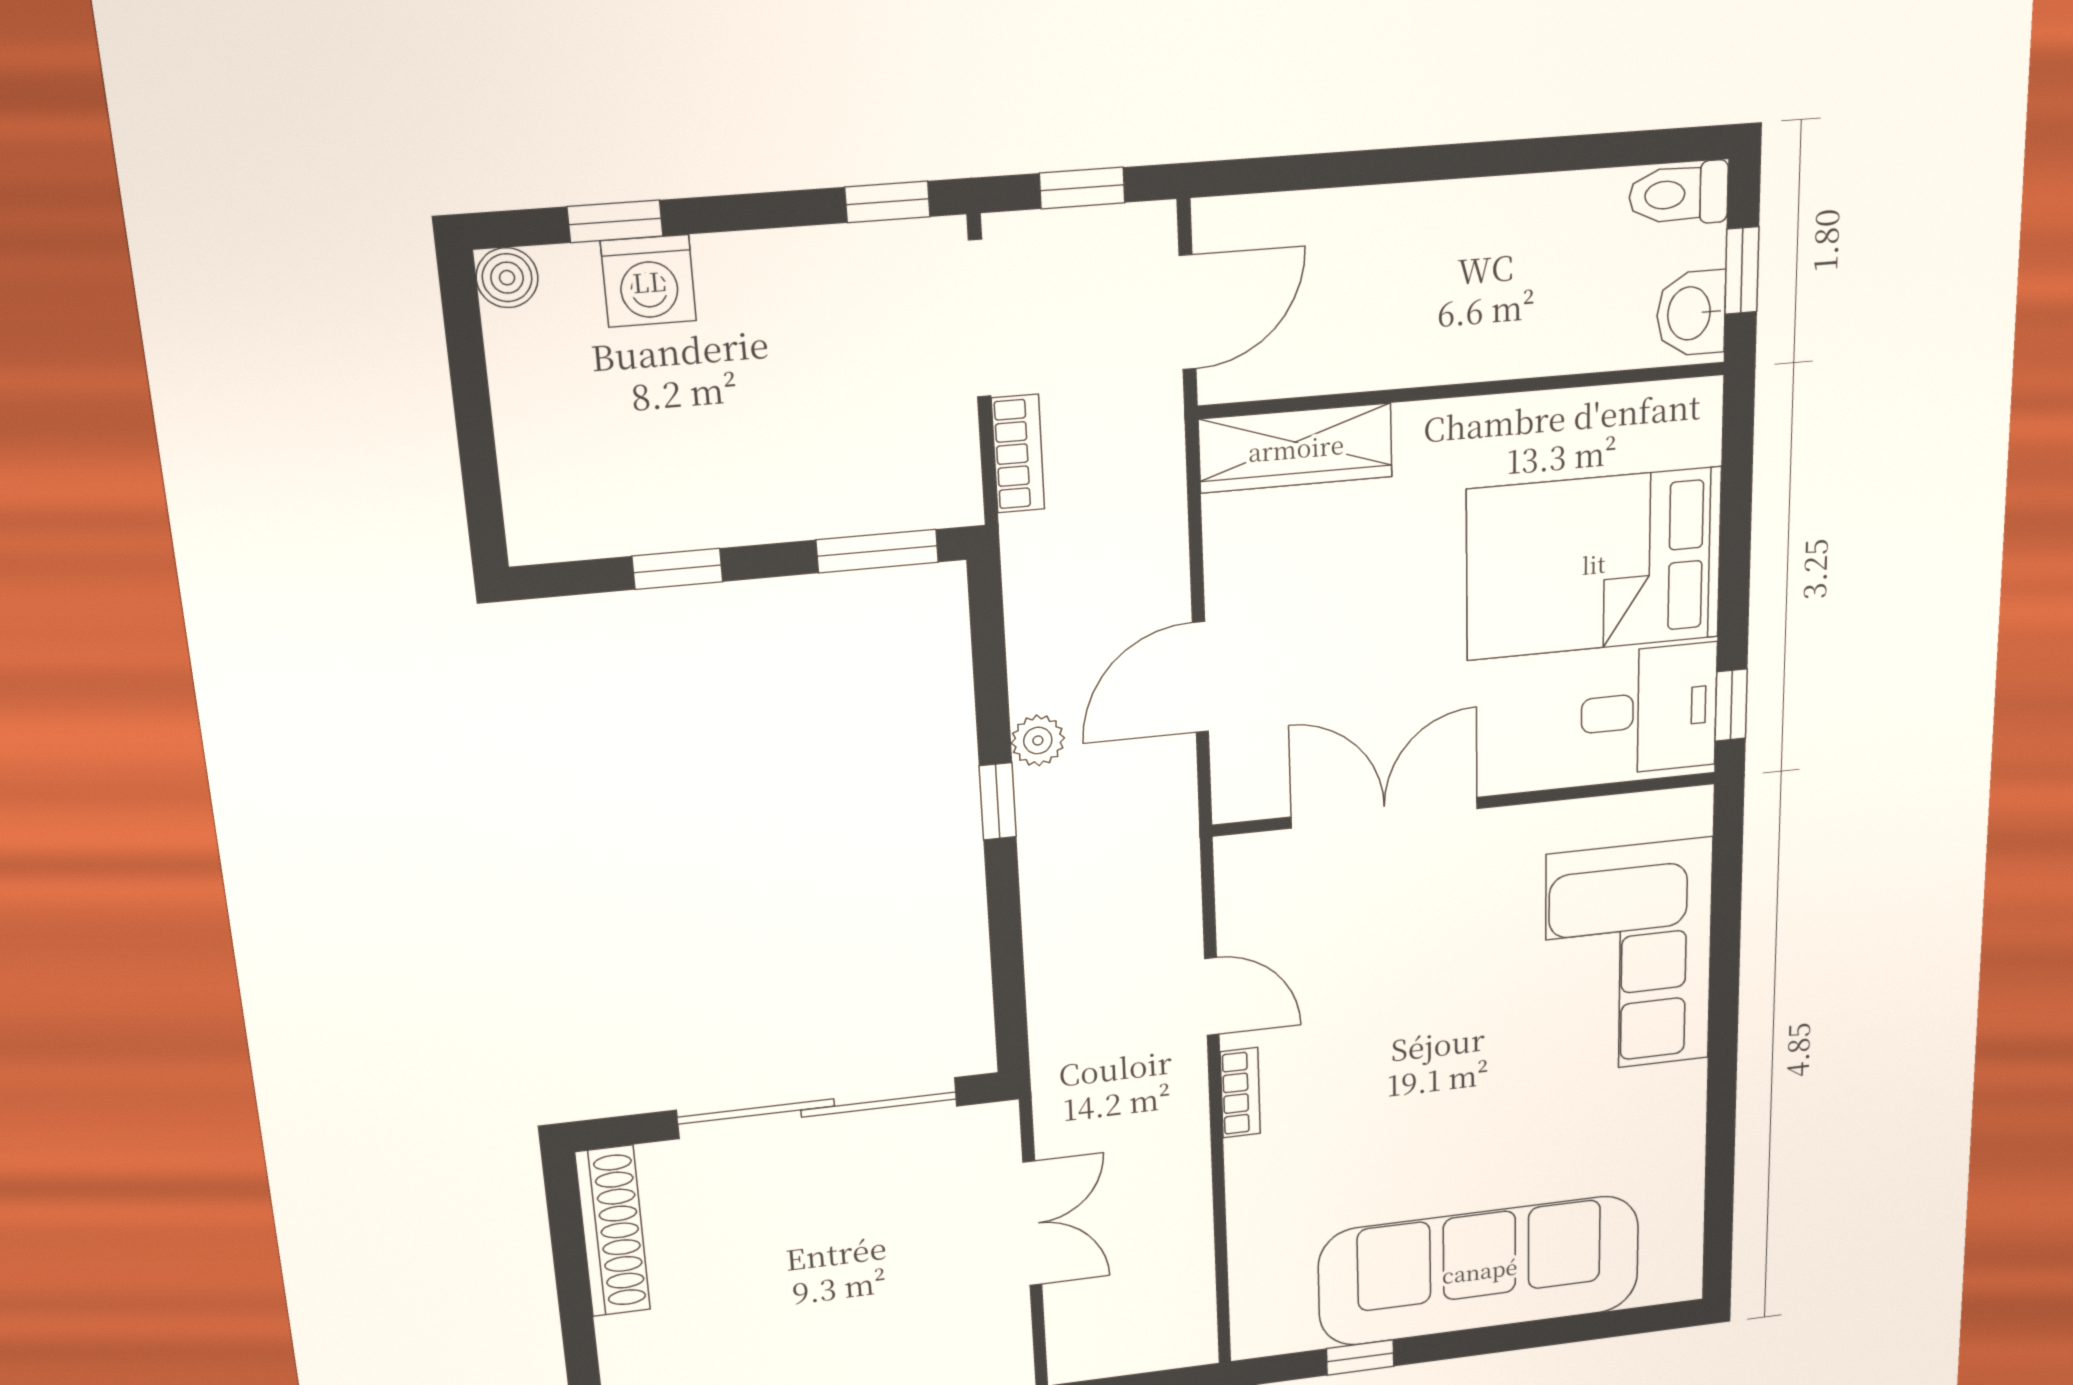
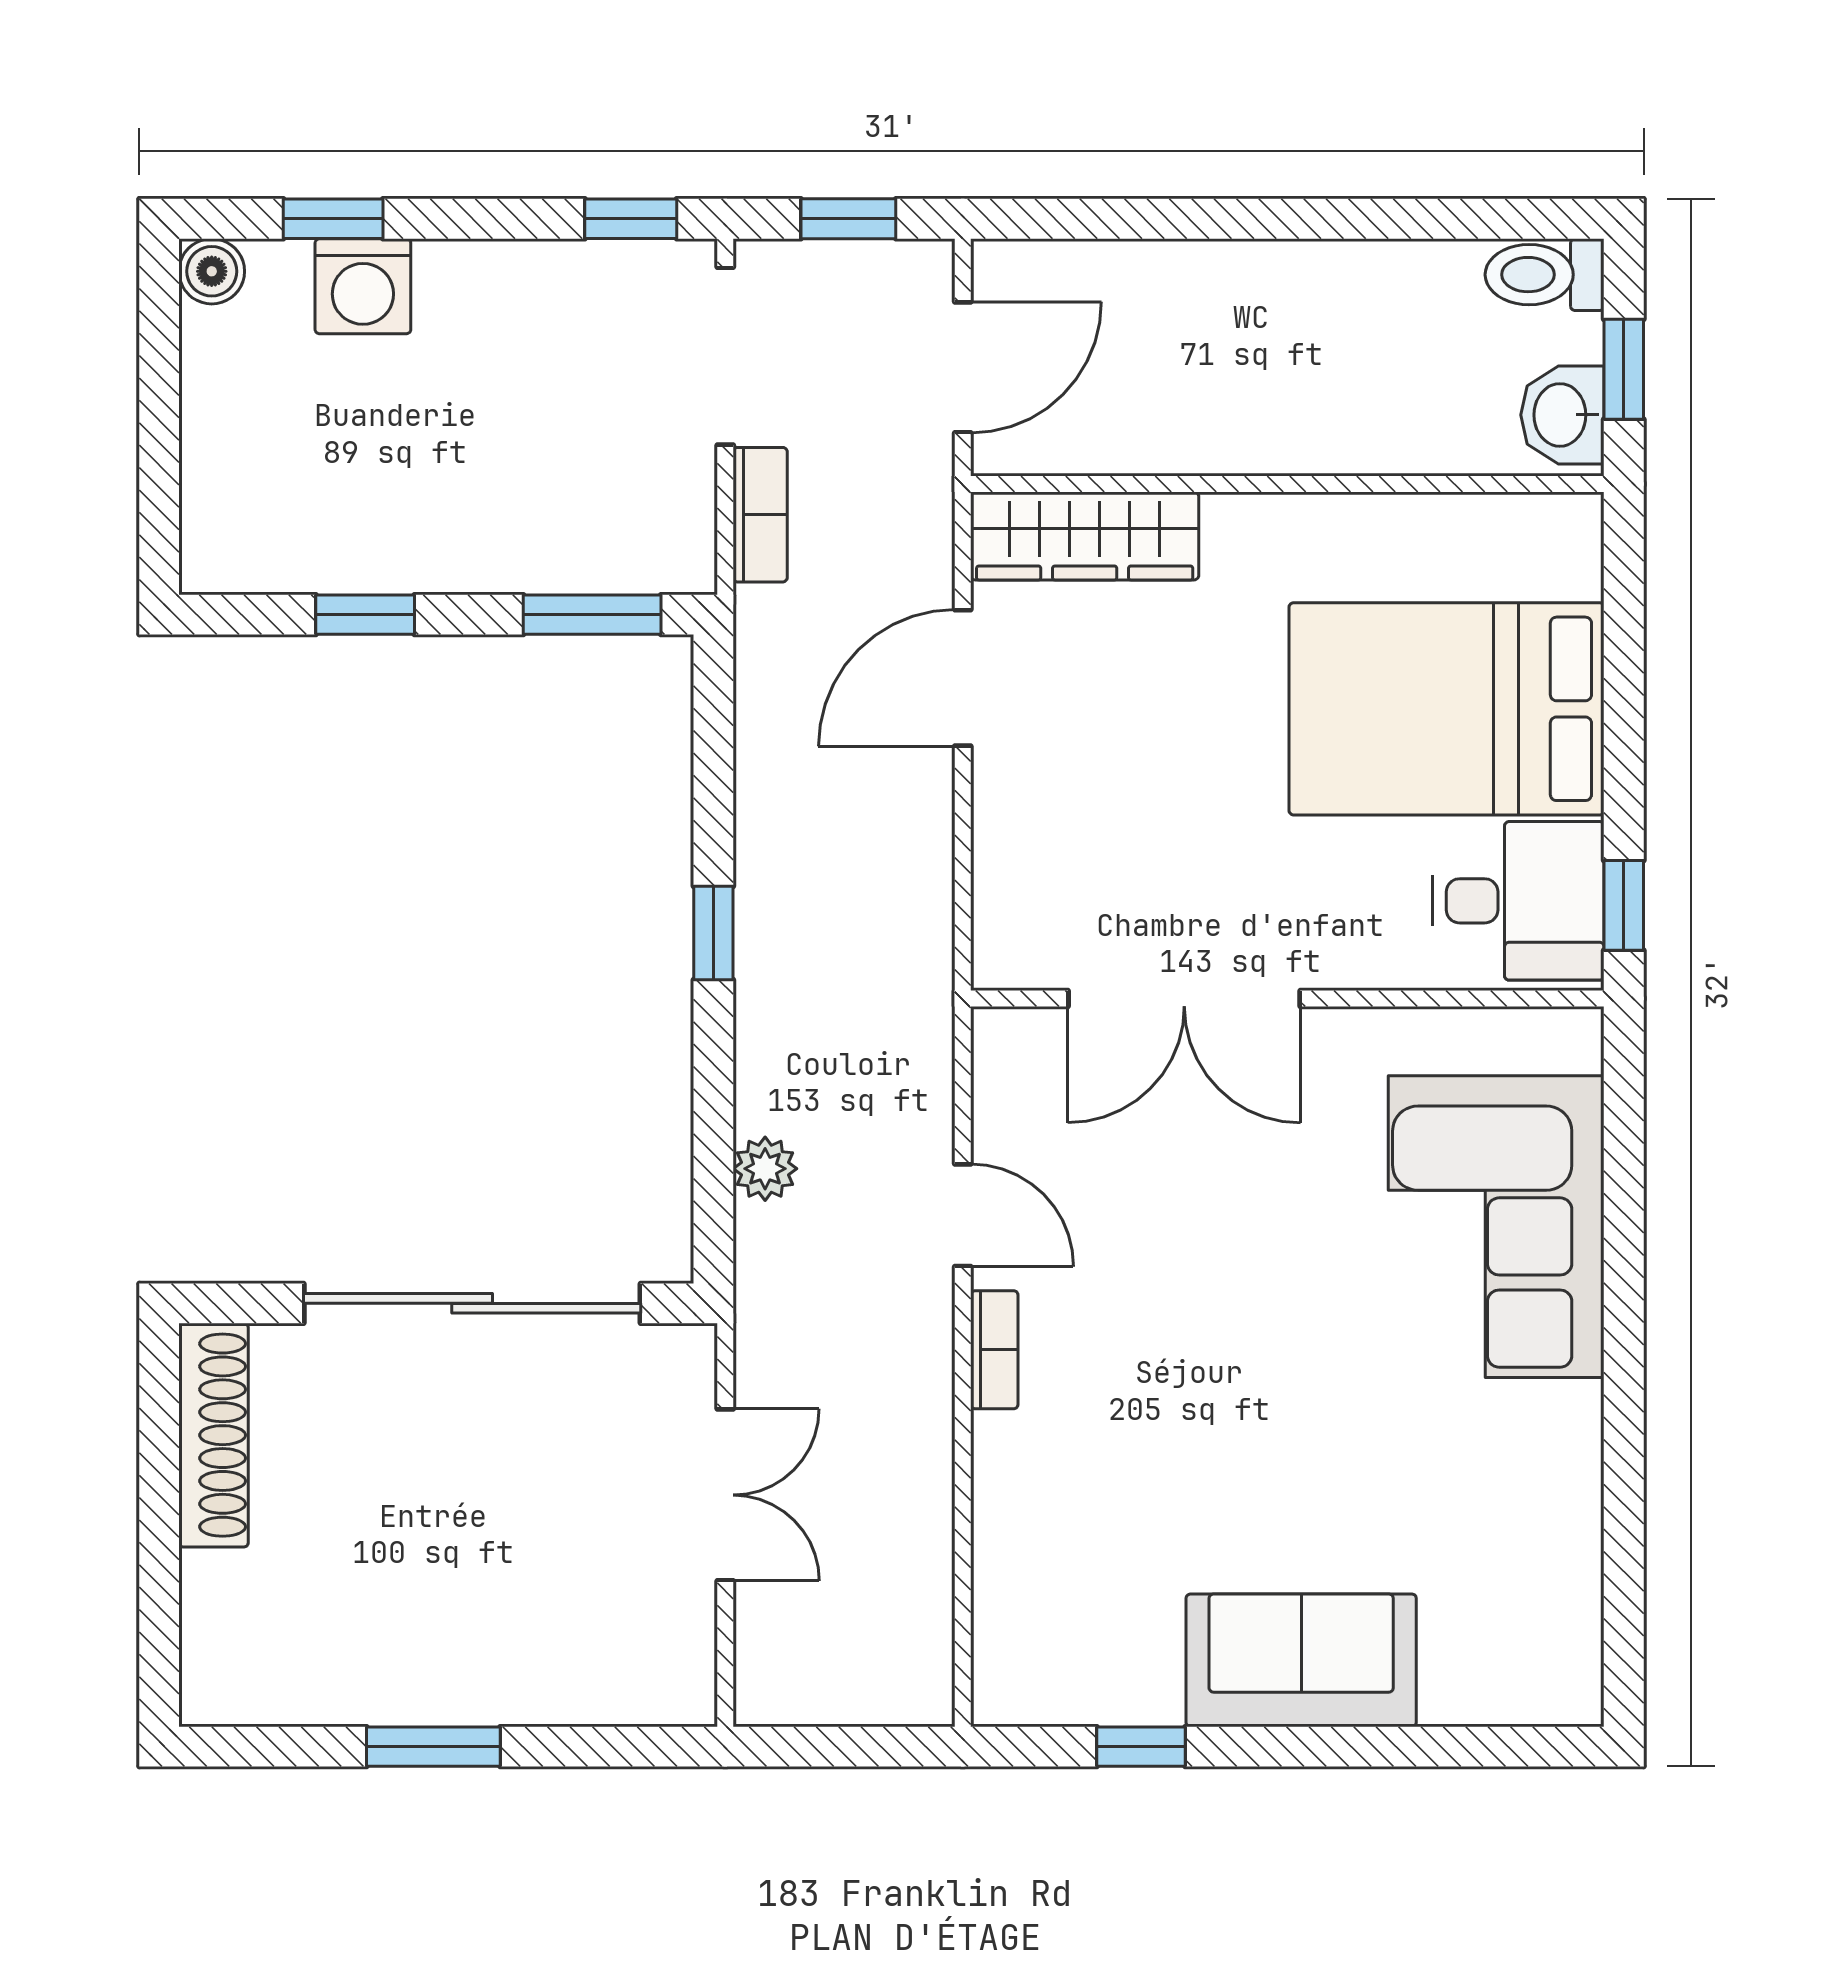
door: (1200, 677) -> (963, 678), moved
plant: (1038, 740) -> (765, 1169), moved
double door: (1385, 813) -> (1184, 999), swing flipped
sofa: (1480, 1271) -> (1301, 1660), width x0.54, depth x0.79

